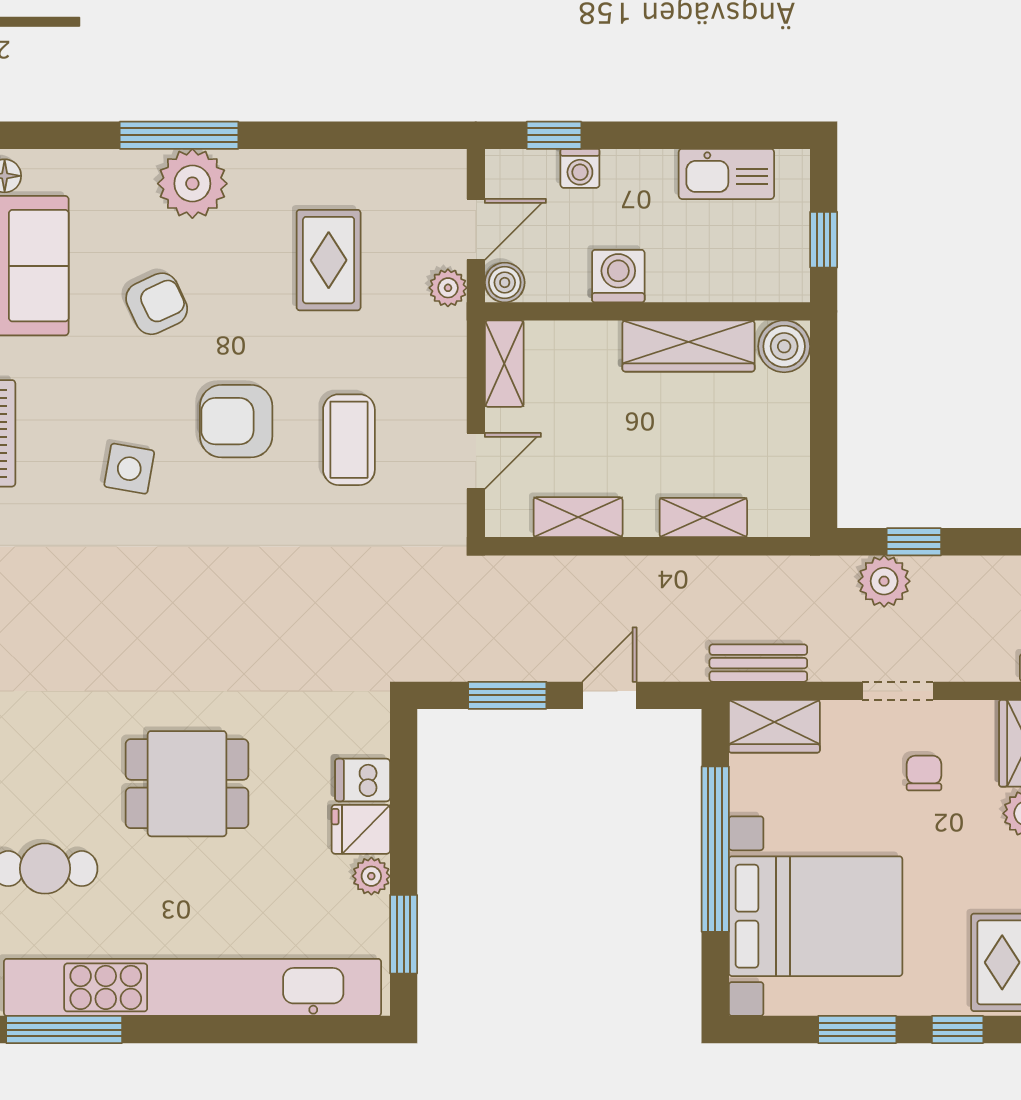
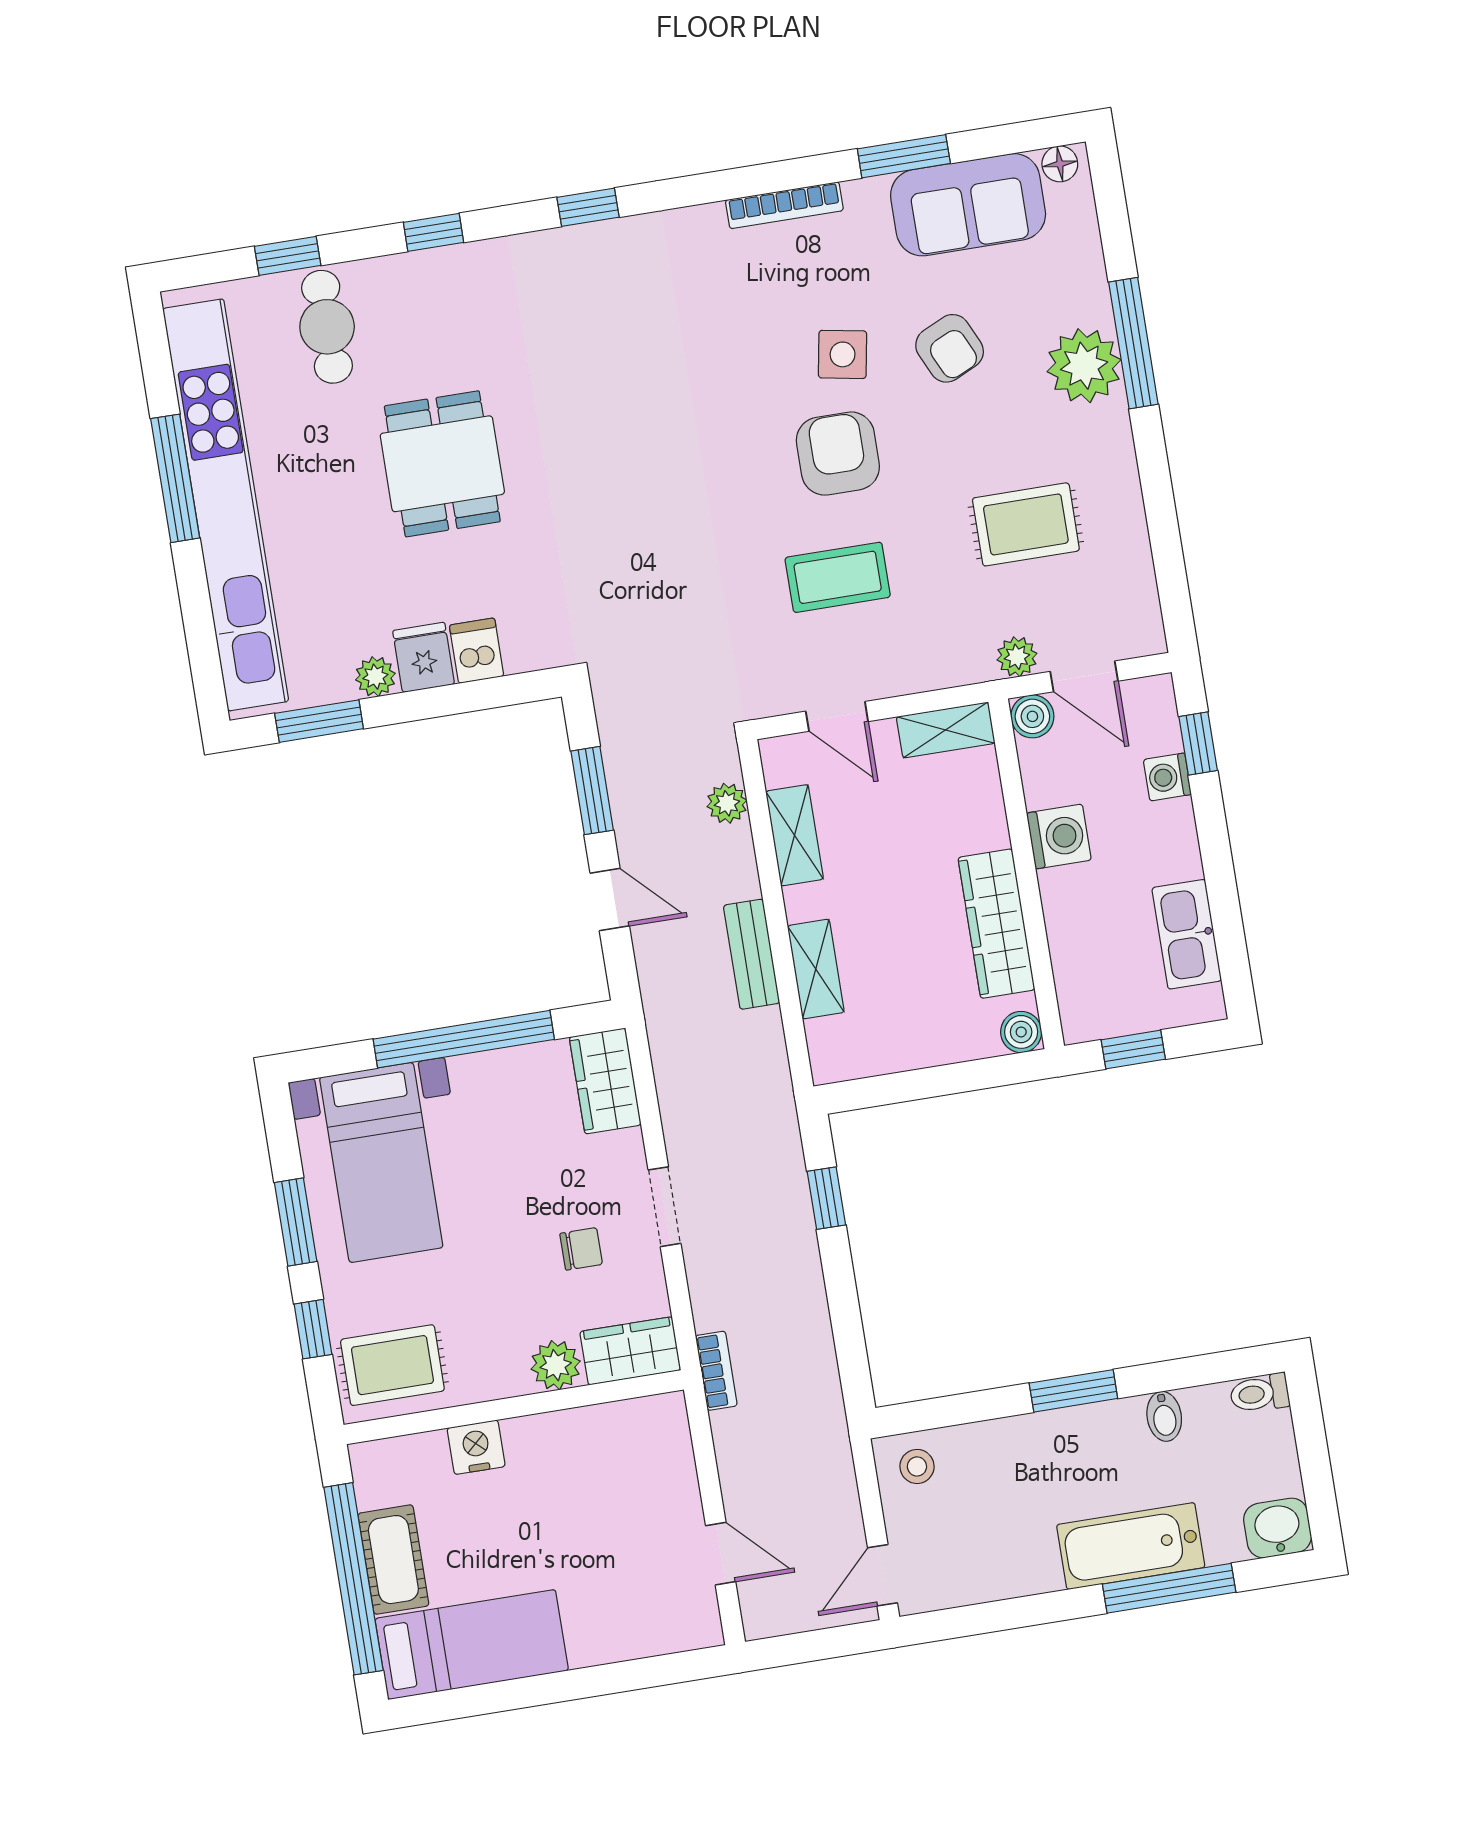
boiler: (784, 346) -> (1021, 1032), width x0.73, depth x0.73
side table: (129, 469) -> (843, 354), moved
plant: (884, 581) -> (727, 803), moved, width x0.73, depth x0.73
bench: (758, 663) -> (752, 954), moved
bed with nightstands: (816, 916) -> (381, 1162), width x0.73
window: (64, 1030) -> (175, 478), moved

